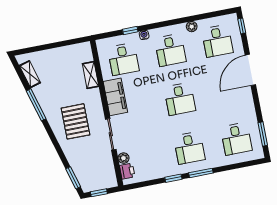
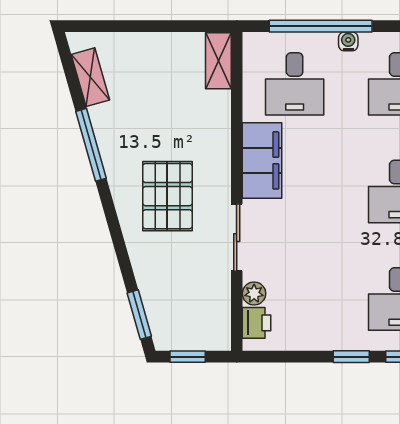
window: (130, 31) -> (321, 26), width x3.17
shelving: (91, 75) -> (218, 61), moved

